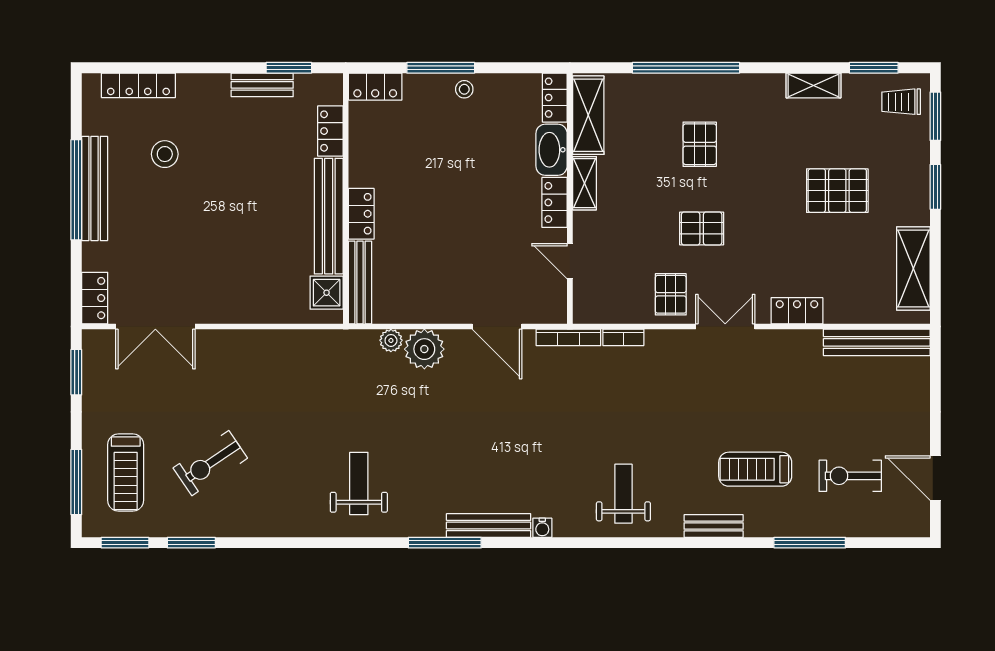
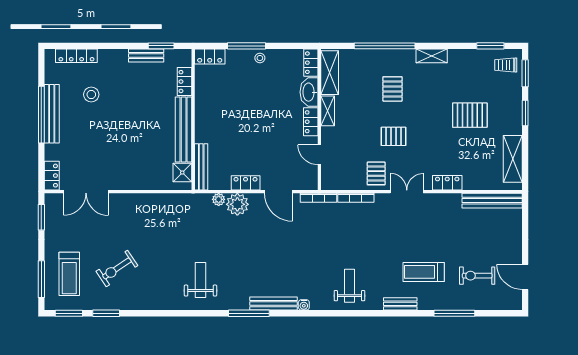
shelving: (813, 85) -> (432, 56), moved
locker: (361, 214) -> (246, 183), moved, turned -90
bookcase: (623, 337) -> (356, 198), width x1.56

